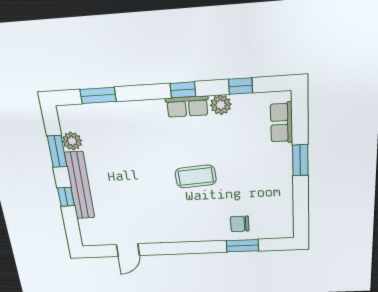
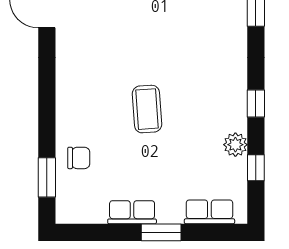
row of seats: (187, 107) -> (132, 212), moved, turned 90
chair: (240, 224) -> (79, 158), turned 90
window: (242, 246) -> (47, 177), moved

